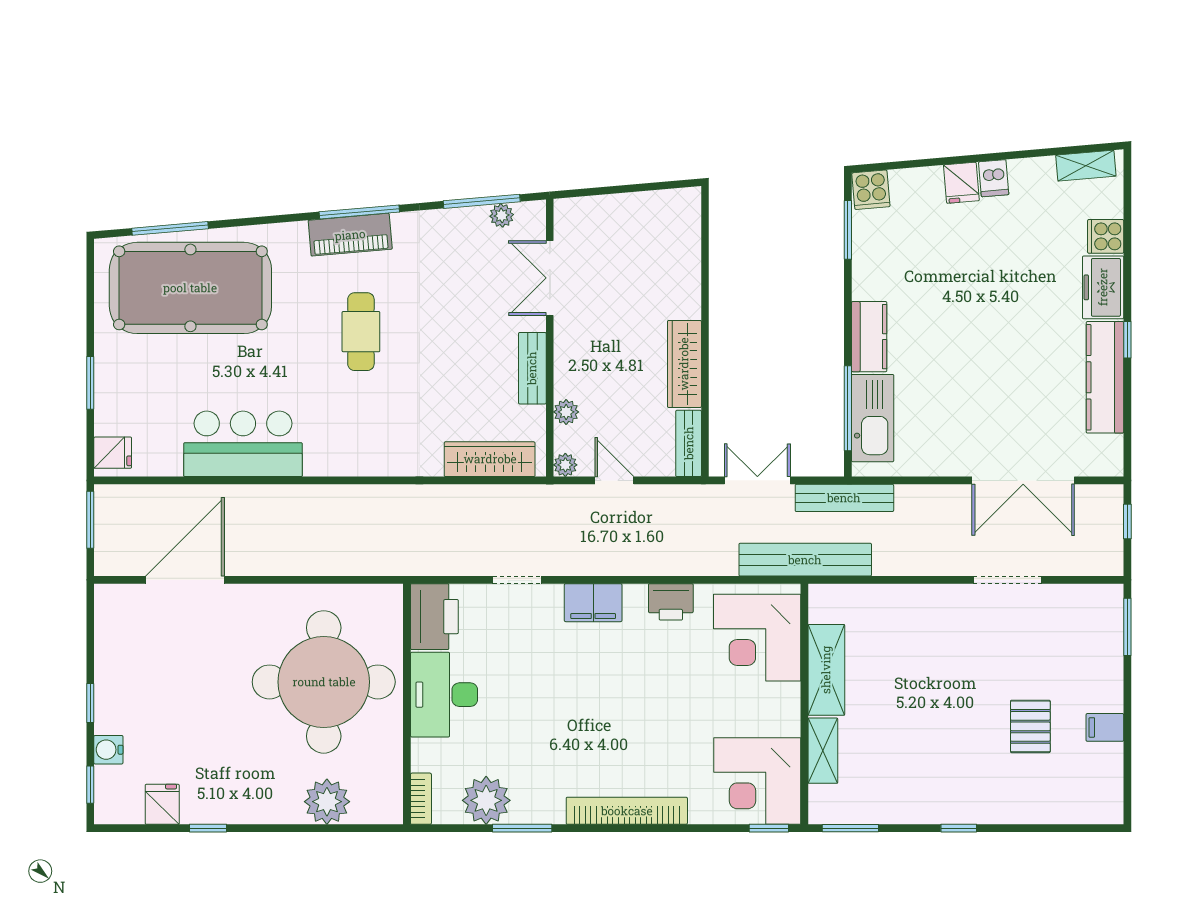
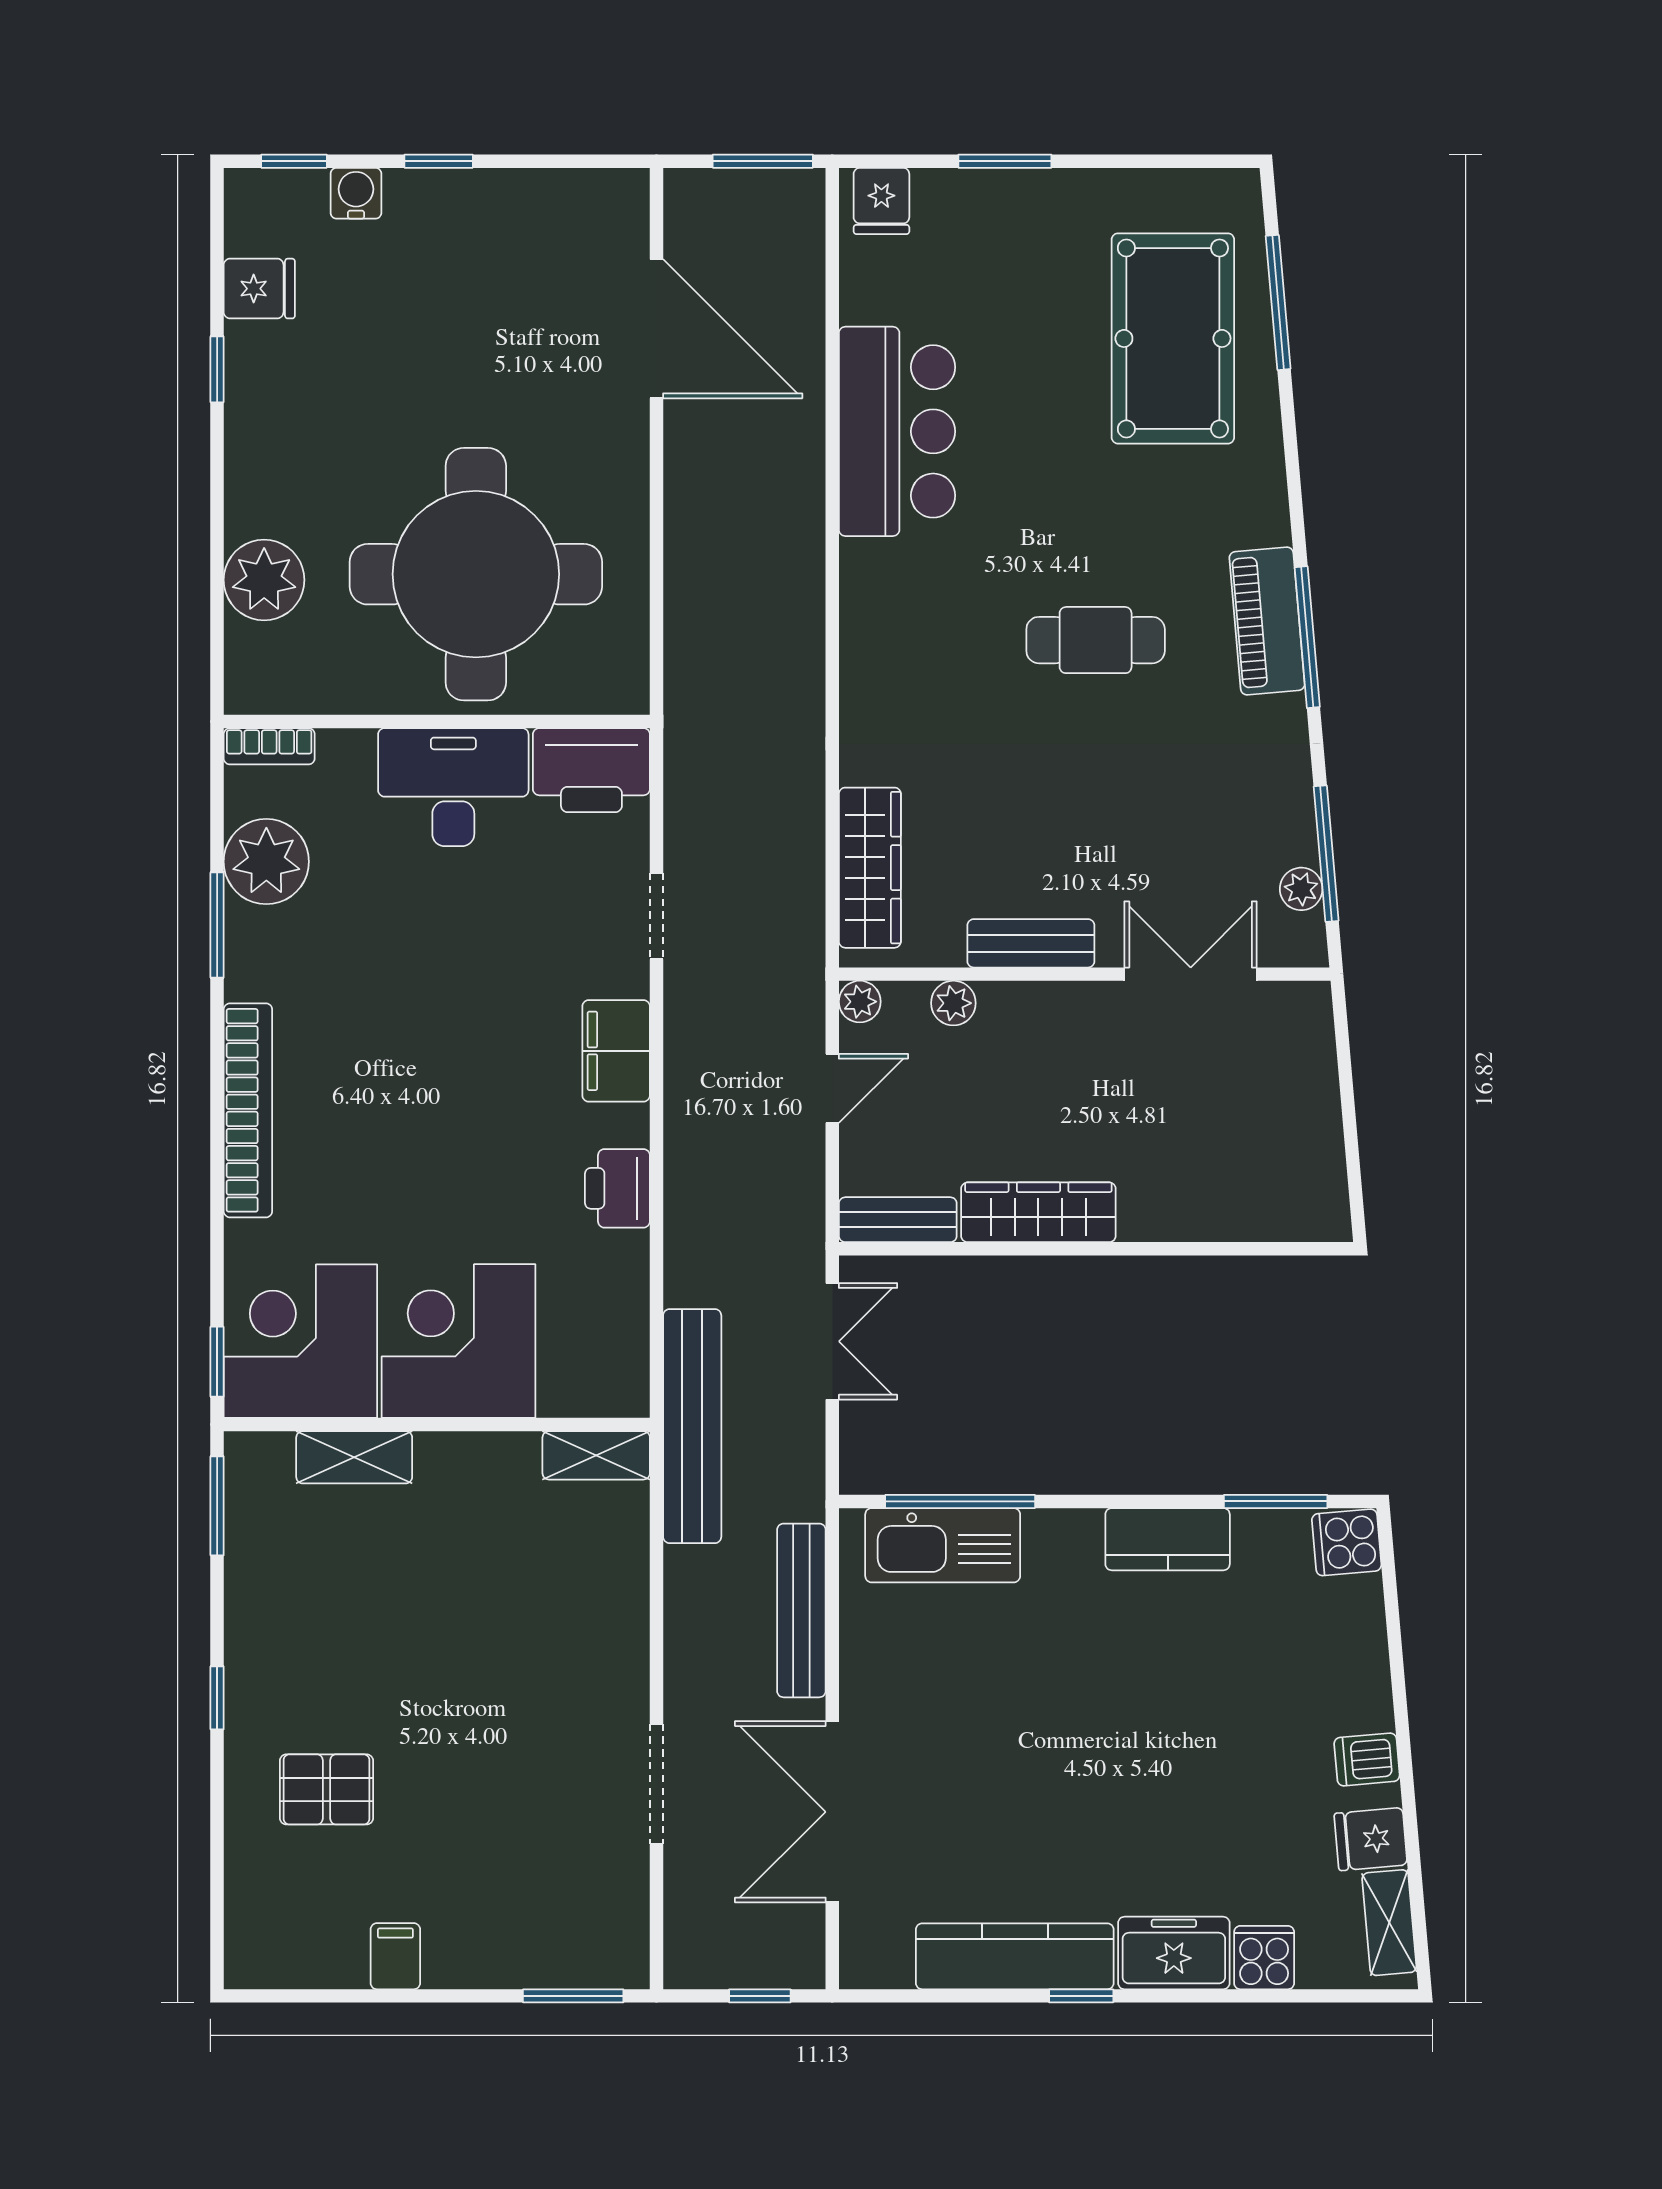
fridge: (961, 183) -> (1371, 1839), moved
pool table: (190, 288) -> (1173, 338), width x0.73, depth x0.76
kitchen counter: (869, 337) -> (1168, 1539), moved
bench: (844, 498) -> (801, 1610), moved
corner desk: (757, 638) -> (459, 1341), moved
shelving: (826, 670) -> (596, 1455), moved, width x0.67, depth x0.75
pallet: (1030, 726) -> (326, 1789), moved

